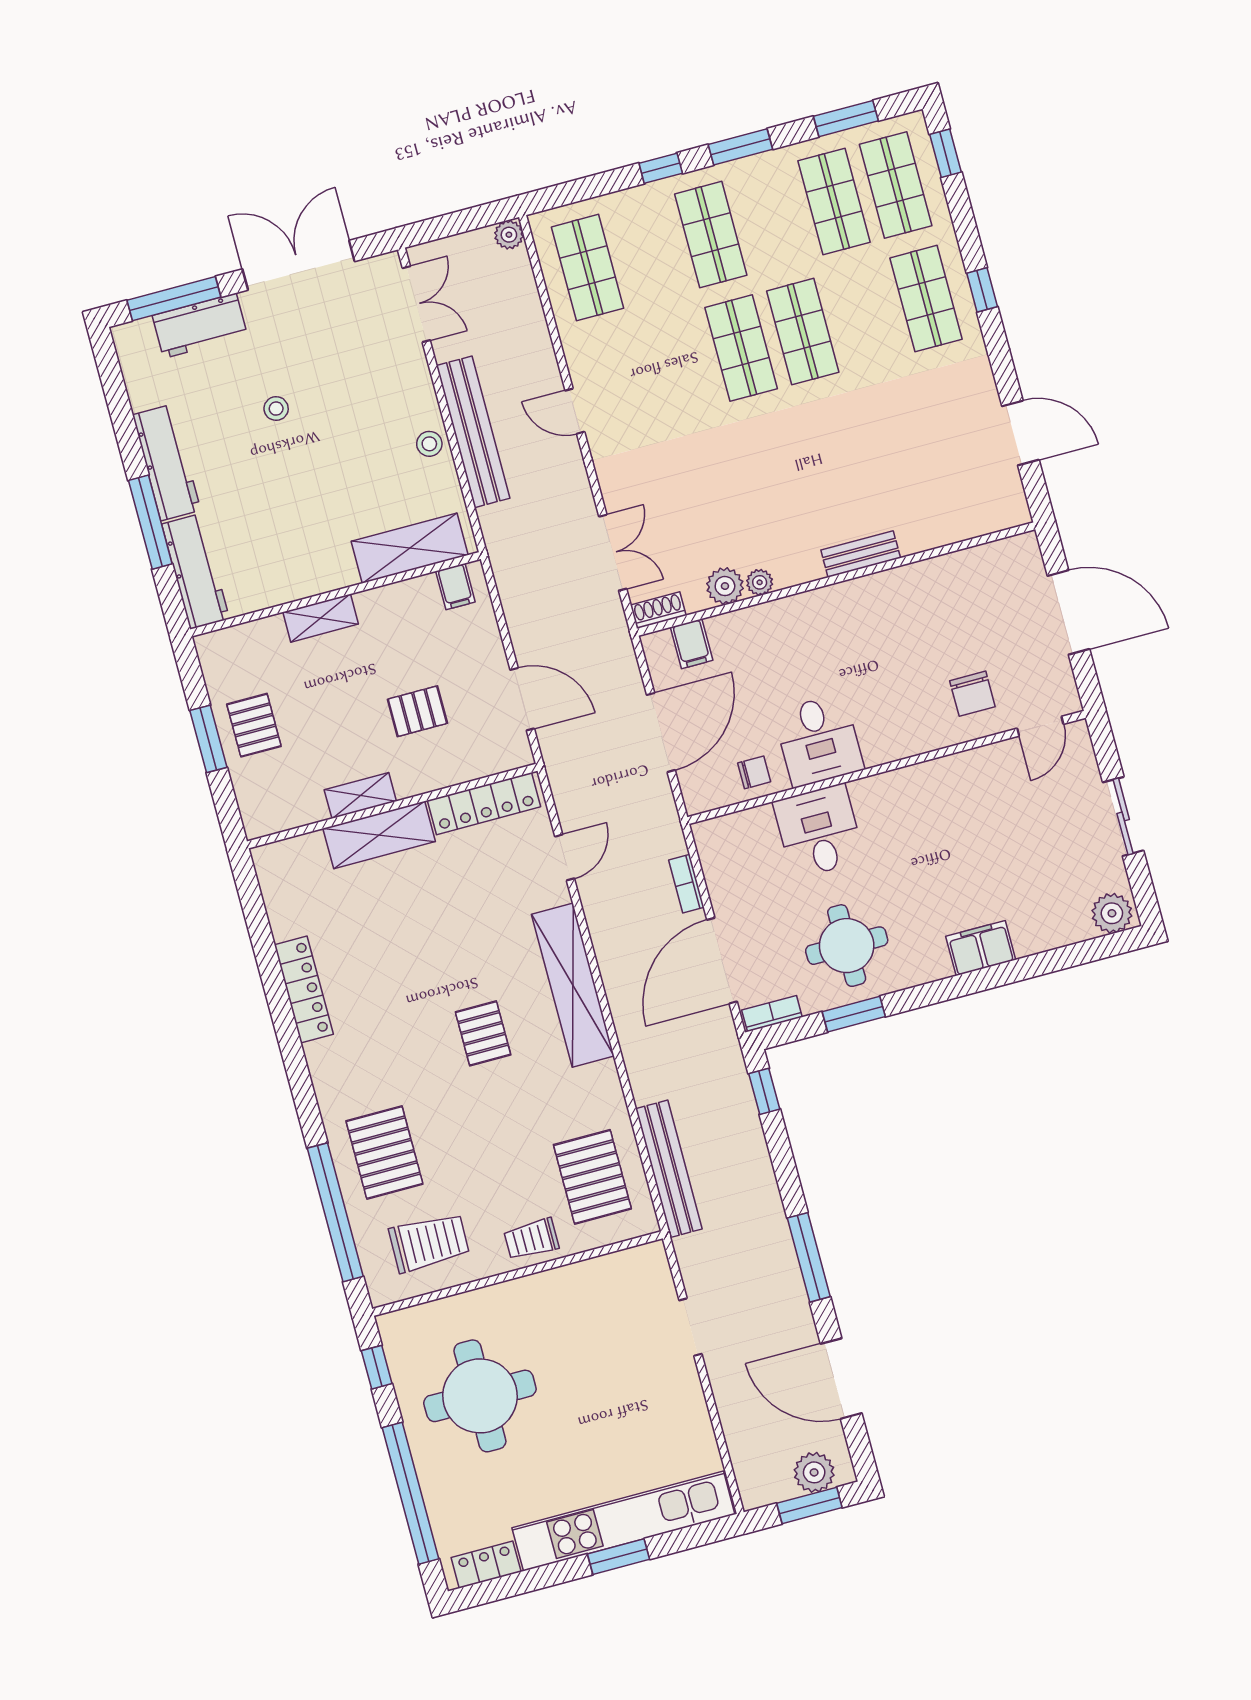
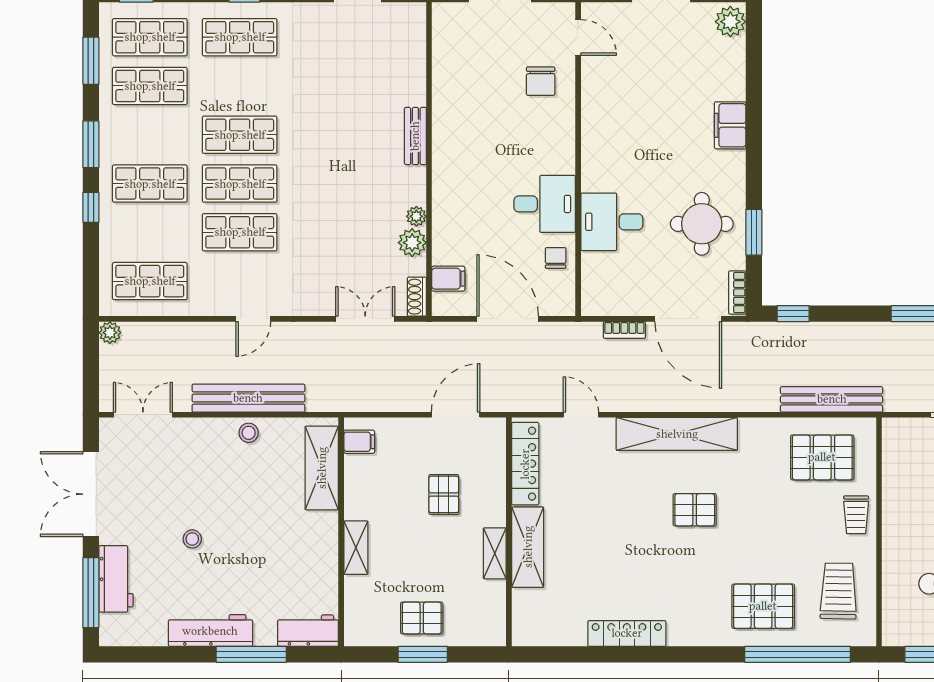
shop shelf: (680, 365) -> (240, 232), added
workbench: (196, 571) -> (308, 631), width x0.73
chair: (972, 694) -> (541, 81), turned 90

